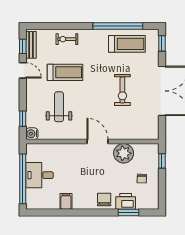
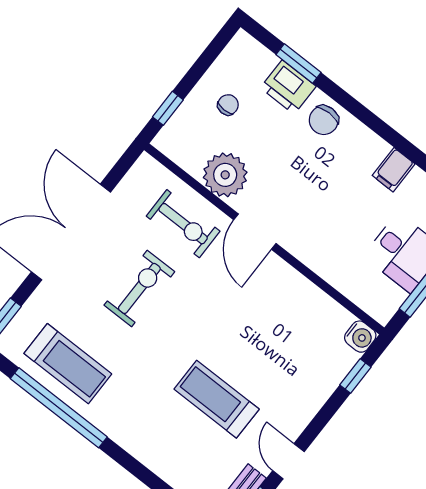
exercise bike: (67, 39) -> (183, 224), moved, width x1.38, depth x1.39
treadmill: (127, 44) -> (68, 364), turned 180
weight bench: (59, 107) -> (275, 347), removed

